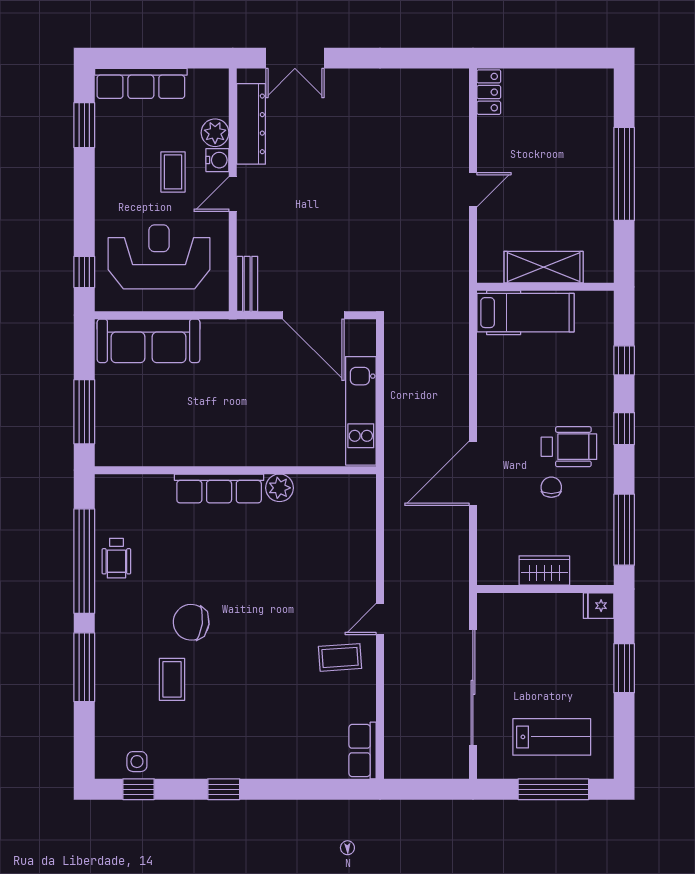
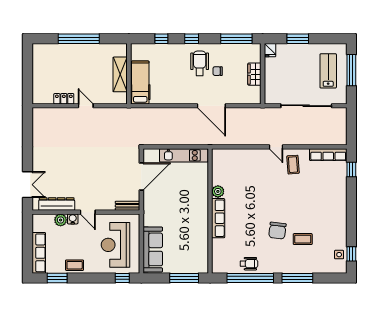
locker: (489, 92) -> (64, 99), moved
coffee table: (173, 172) -> (75, 265), moved
row of seats: (363, 751) -> (328, 155), width x1.48
window: (224, 789) -> (351, 170), moved

